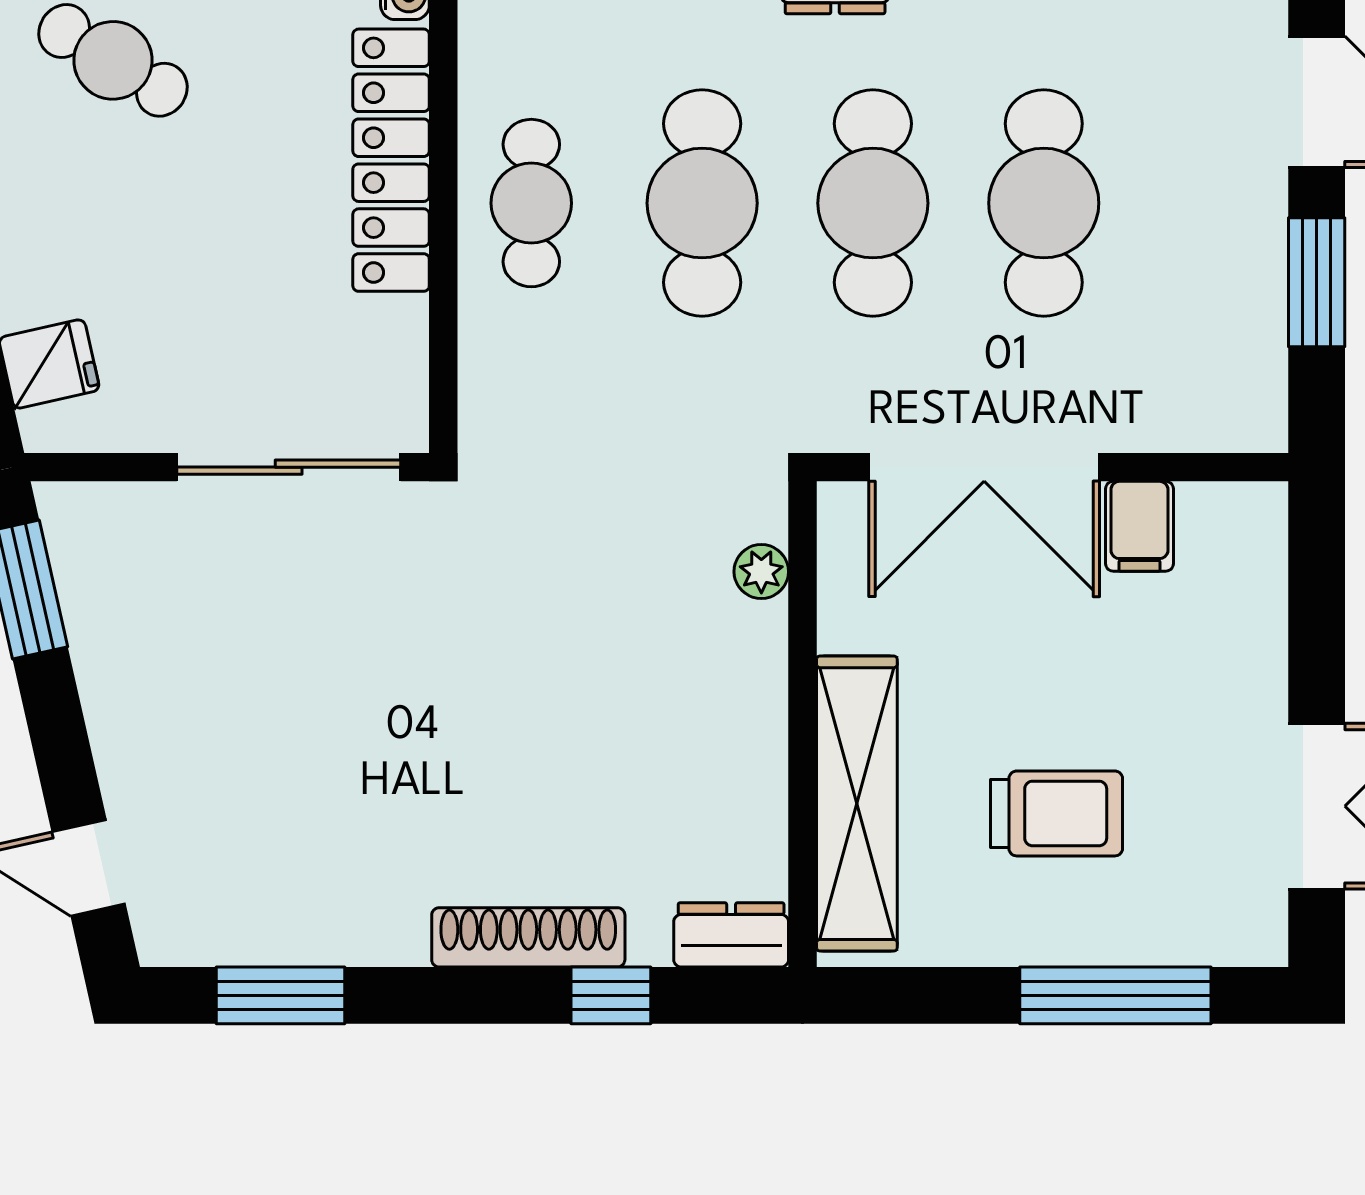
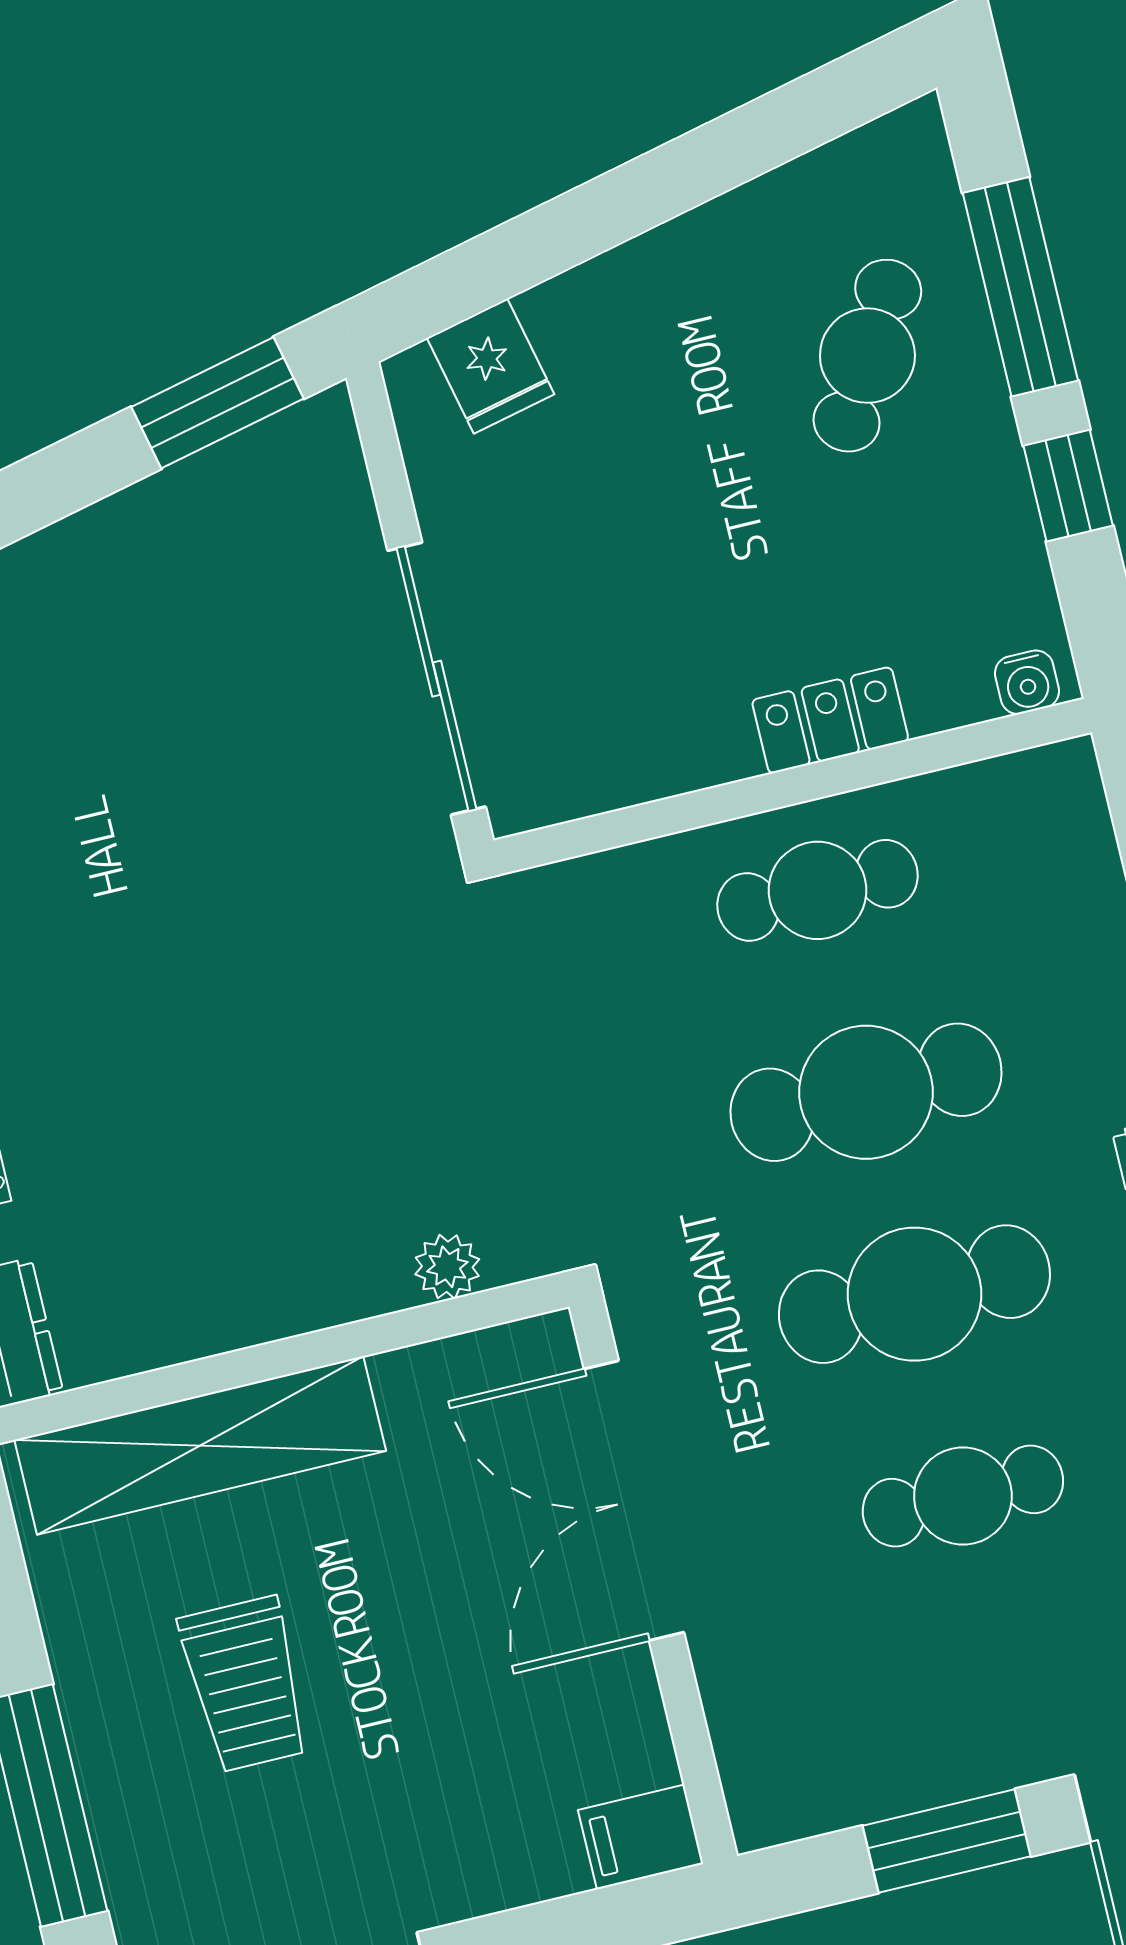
locker: (391, 160) -> (830, 720), width x0.46, depth x0.83
cafe table: (1044, 203) -> (963, 1496), width x0.73, depth x0.74
filing cabinet: (1139, 526) -> (641, 1837), moved

